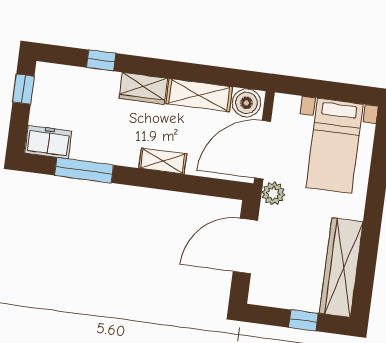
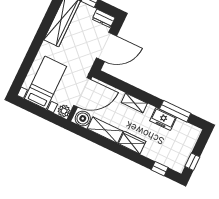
window: (101, 60) -> (160, 169), moved
freezer: (48, 142) -> (163, 119), moved
plant: (273, 193) -> (64, 111), moved
dresser: (268, 296) -> (104, 18), added

